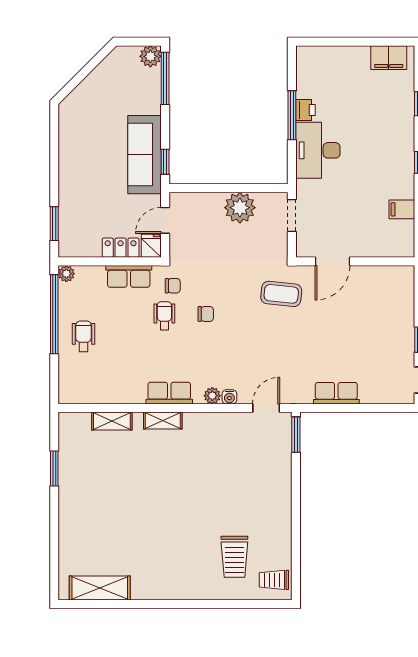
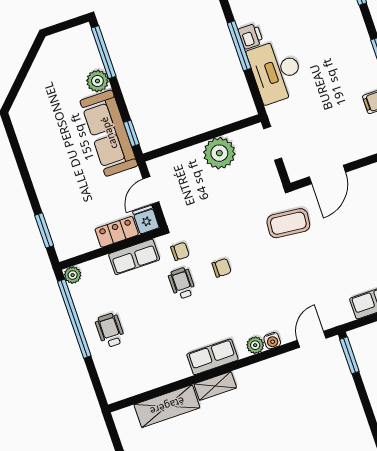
plant: (150, 56) -> (97, 81), moved
shelving: (112, 421) -> (167, 406), width x1.50, depth x1.33

